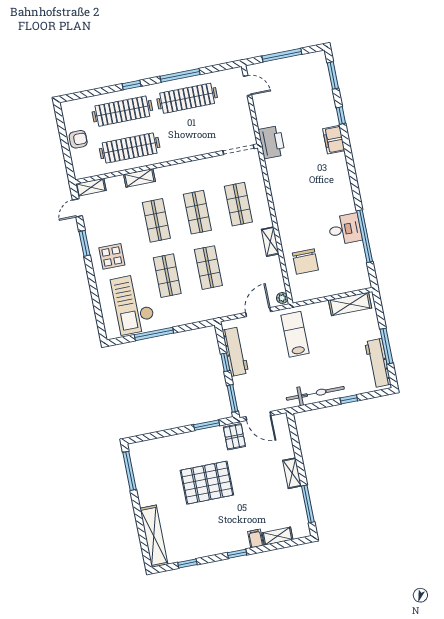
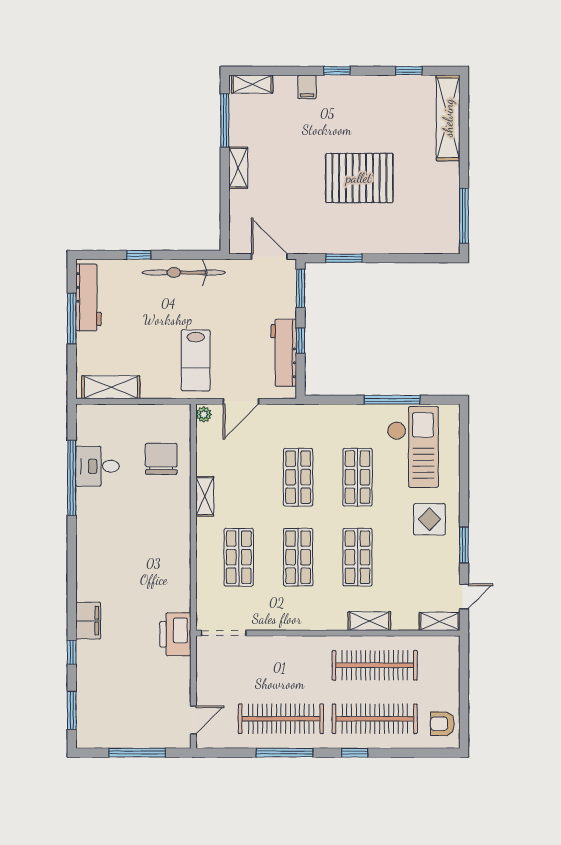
door: (248, 85) -> (193, 720), swing flipped
armchair: (78, 139) -> (442, 724), moved
desk: (345, 229) -> (97, 466), moved
pallet: (234, 437) -> (308, 234), removed
shelving: (277, 536) -> (252, 84), moved

